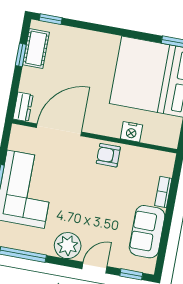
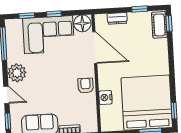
cot: (36, 48) -> (159, 25), moved, turned 90
dresser: (23, 107) -> (117, 18), moved
floor lamp: (21, 139) -> (82, 23), added

